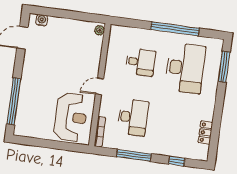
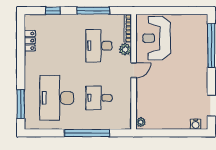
window: (175, 29) -> (87, 133), moved
plant: (106, 110) -> (125, 49), added

